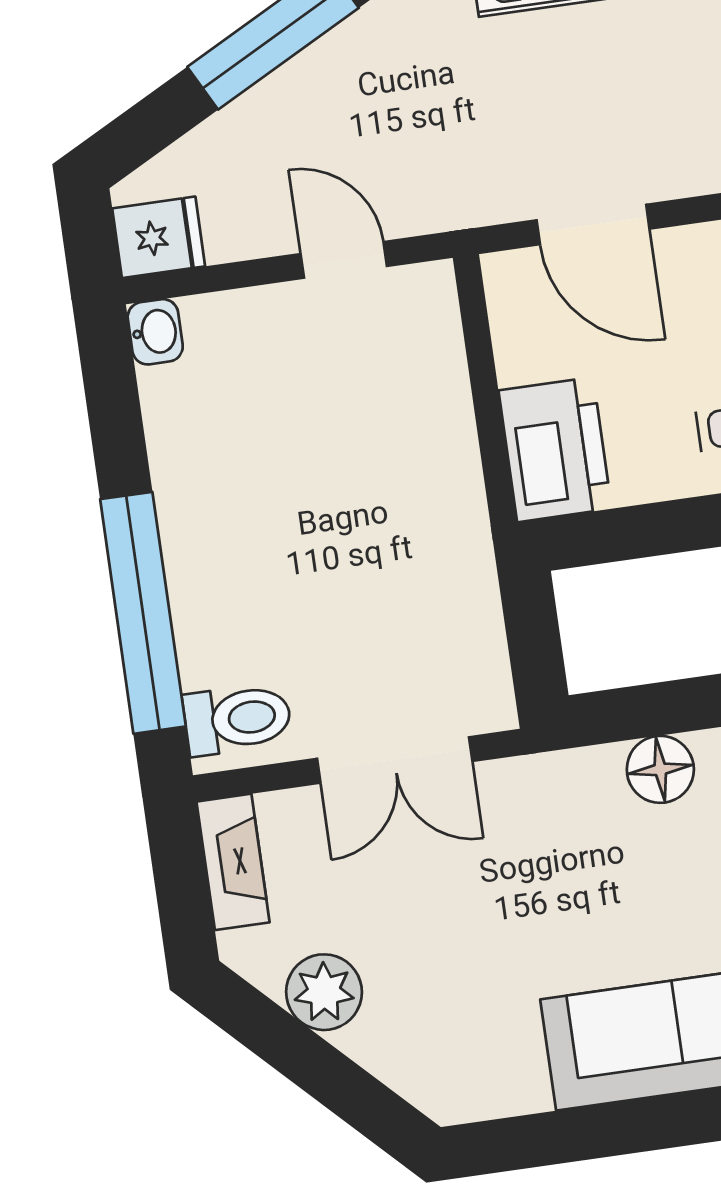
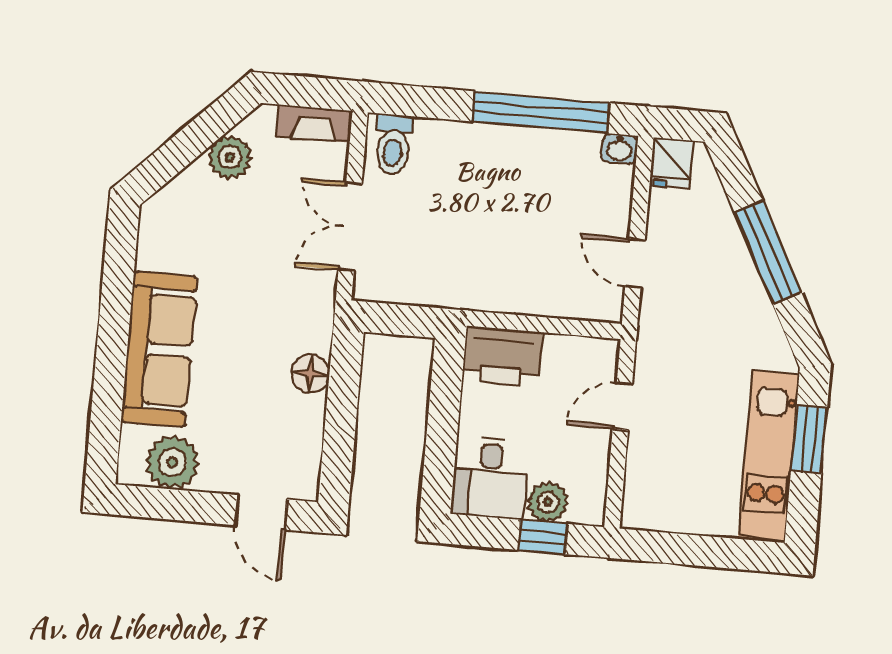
door: (593, 224) -> (622, 406), width x0.73
door: (344, 260) -> (635, 263), swing flipped
window: (143, 613) -> (540, 112), moved

